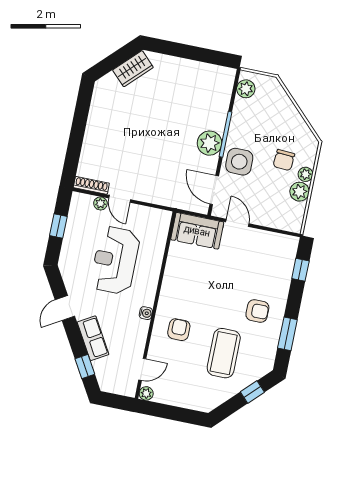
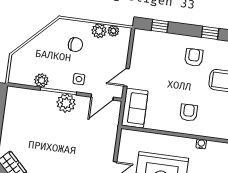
plant: (246, 89) -> (41, 80), moved
side table: (239, 162) -> (79, 79), width x0.54, depth x0.54
plant: (305, 174) -> (113, 31), moved
armchair: (179, 330) -> (189, 113), moved, turned 89
window: (287, 334) -> (210, 33), width x0.67

